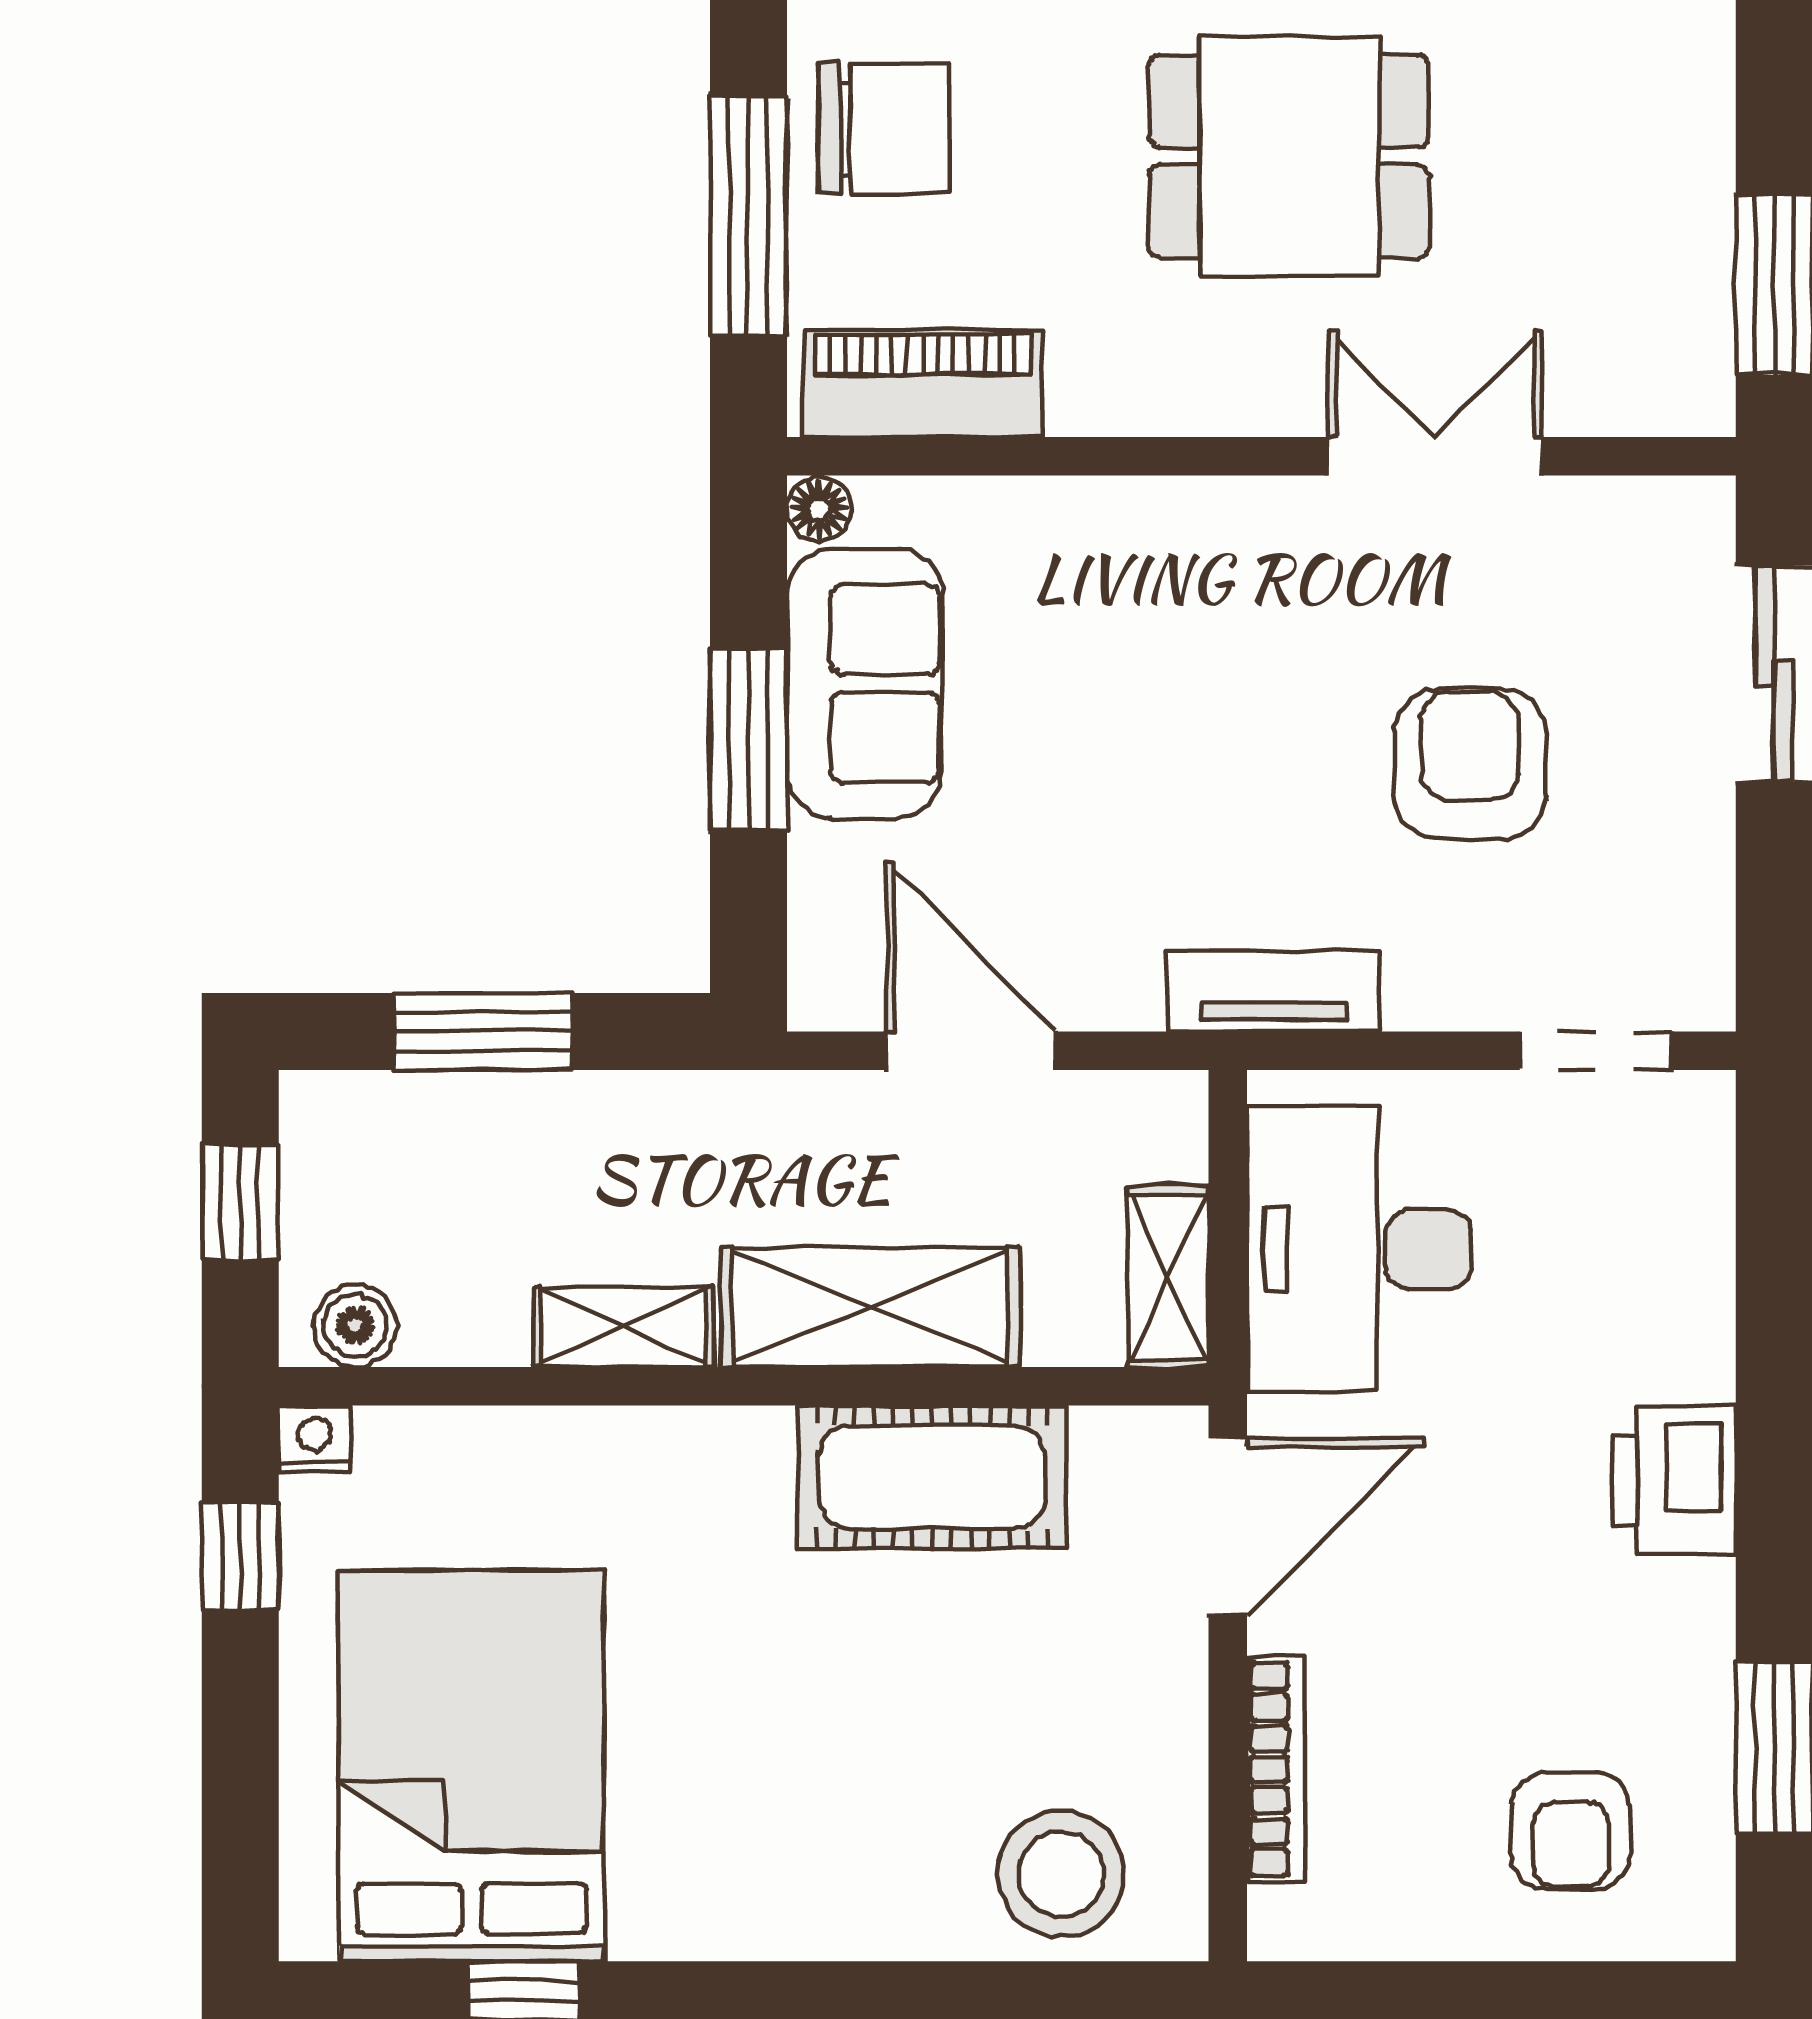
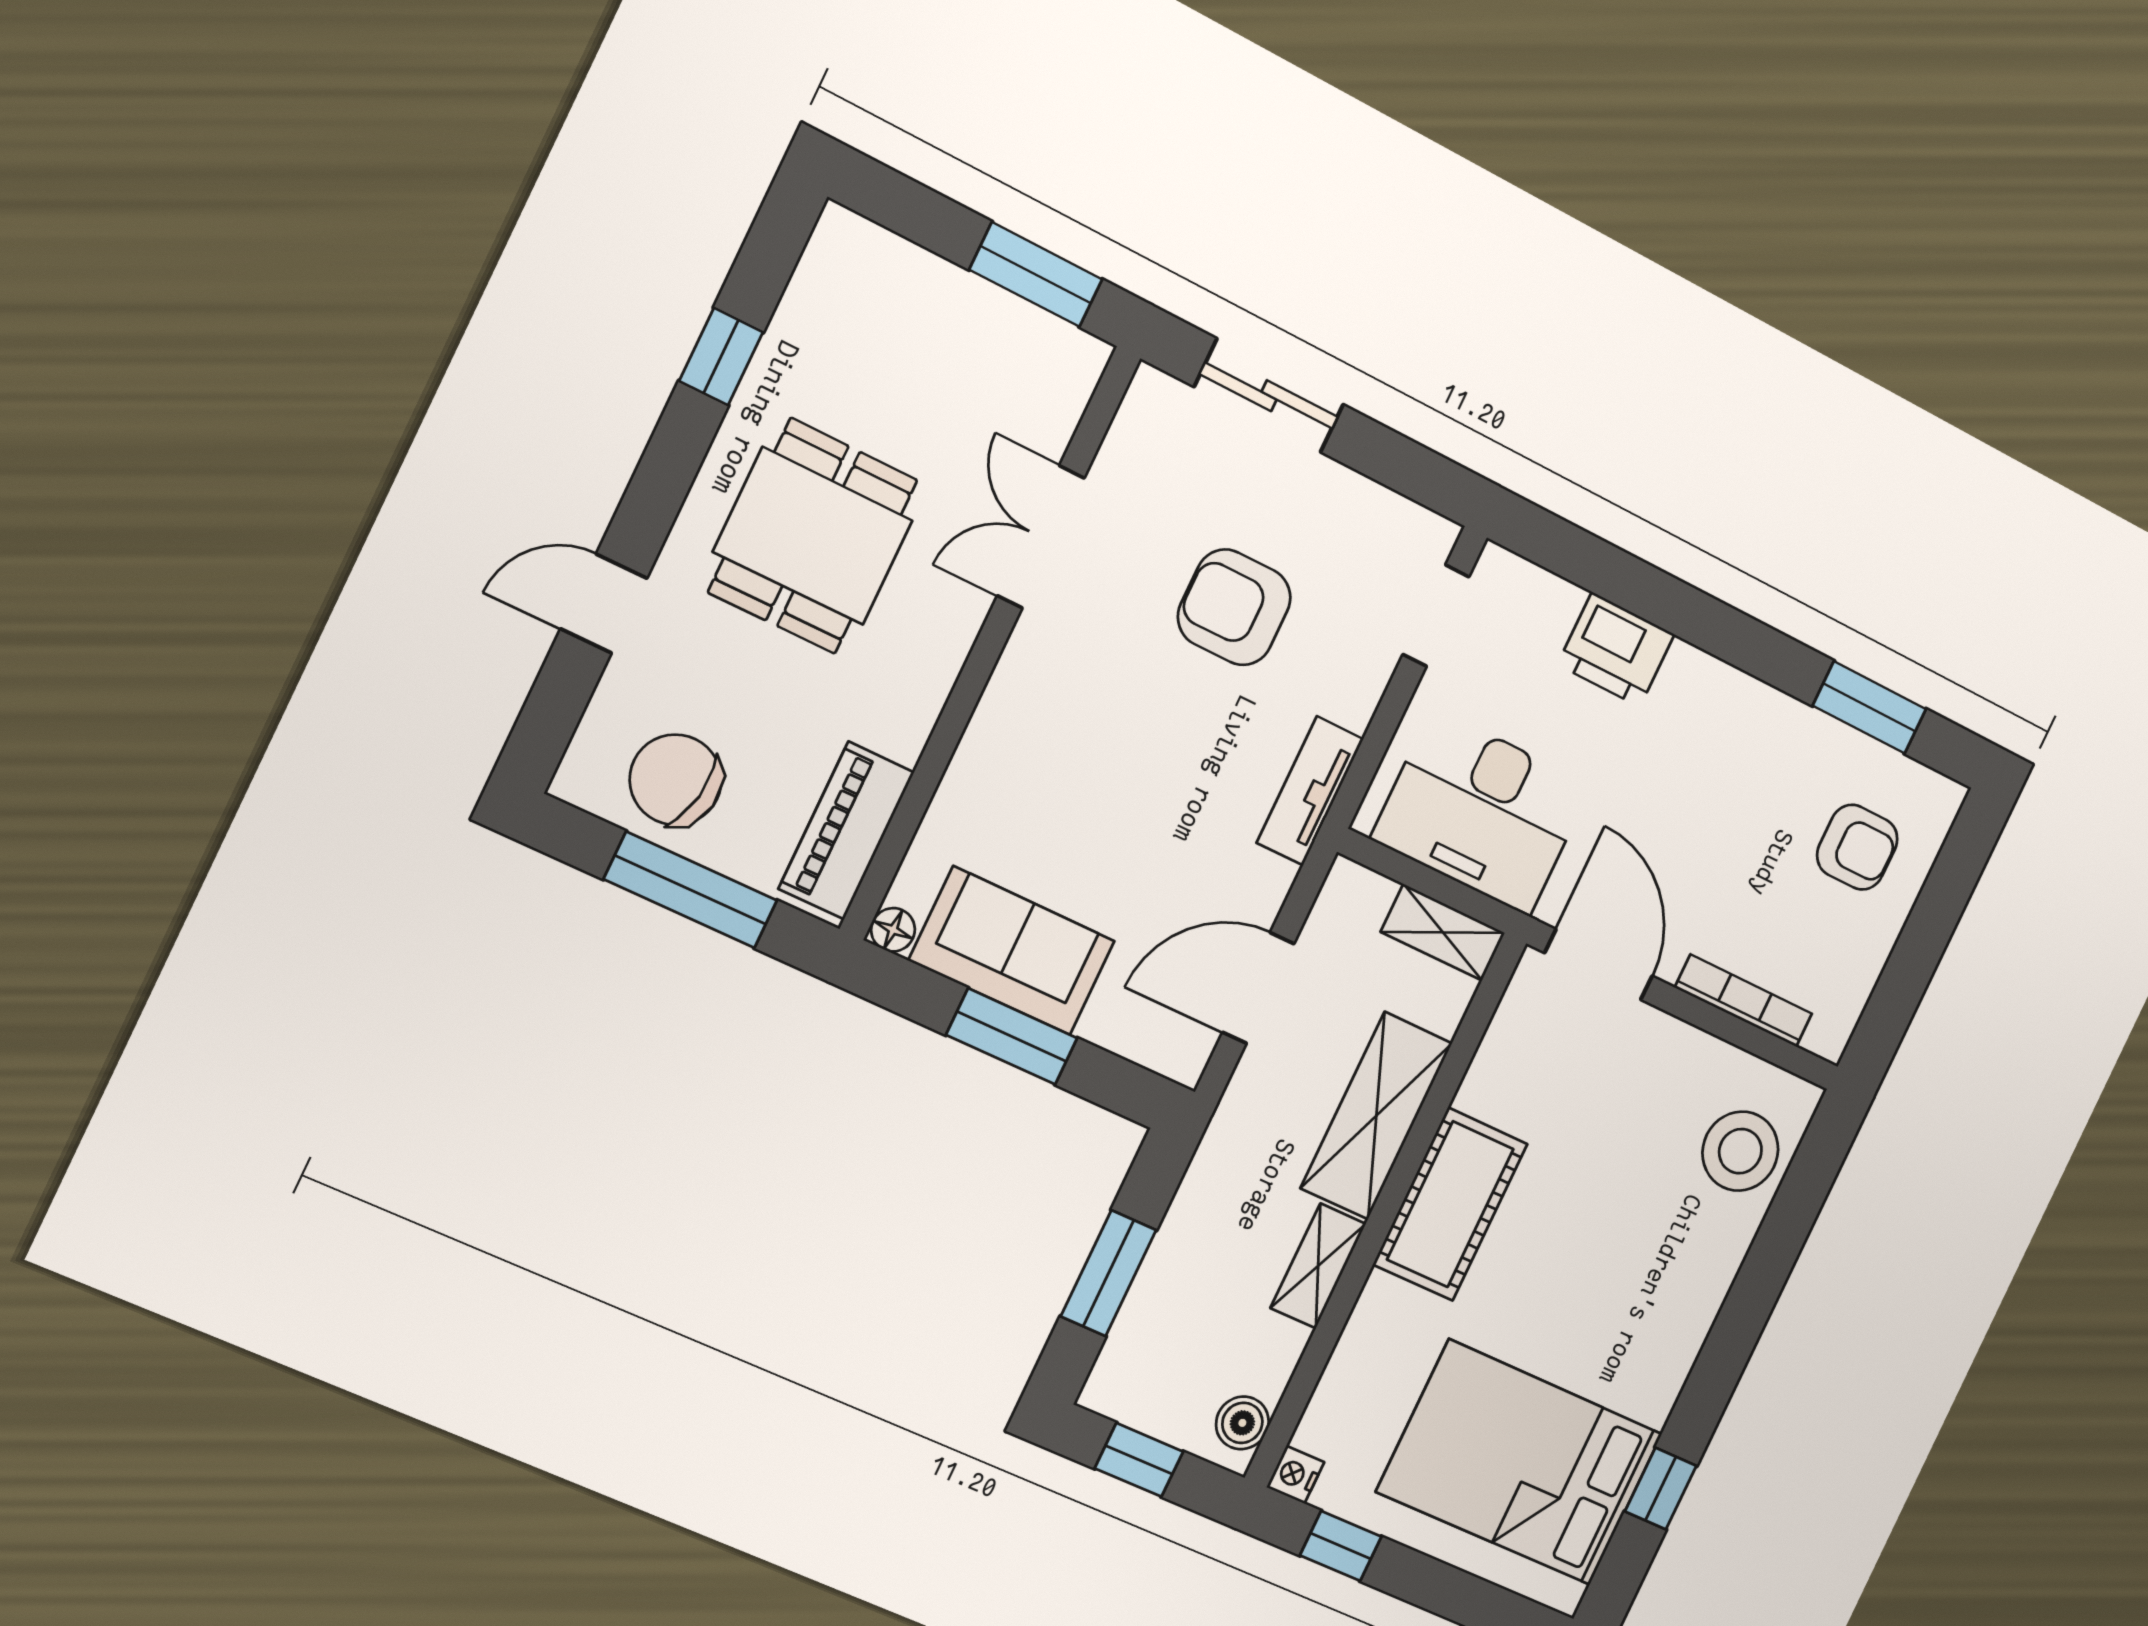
chair: (885, 128) -> (676, 780), turned -80
cot: (932, 1477) -> (1450, 1204), moved
printer: (1674, 1481) -> (1616, 649), moved

